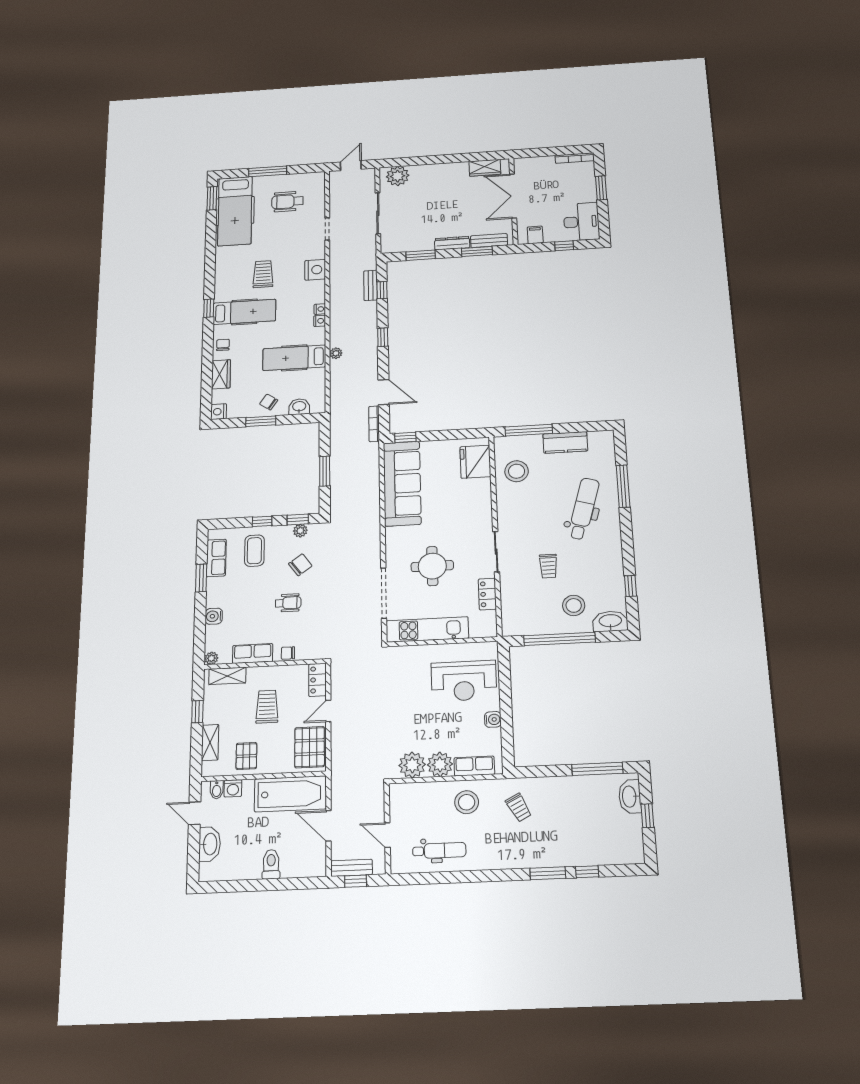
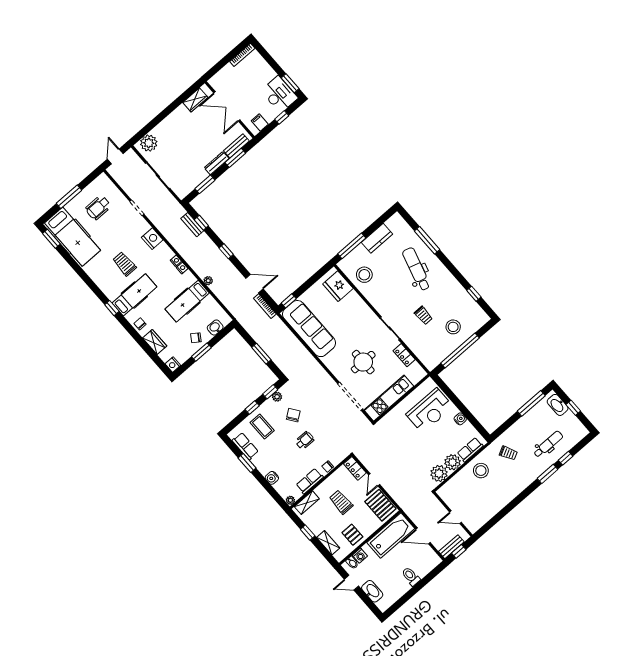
window: (601, 188) -> (290, 83), moved
washbasin: (610, 621) -> (478, 321), removed
dental chair: (439, 851) -> (548, 444), moved

